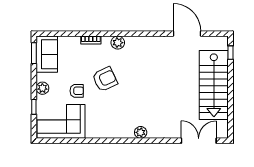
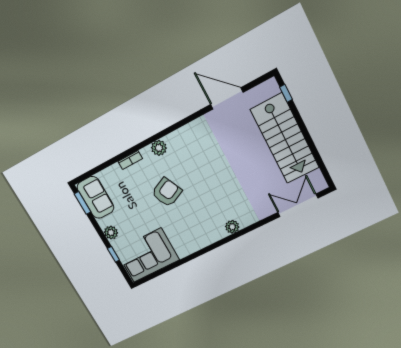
armchair: (77, 91) -> (145, 218), removed

